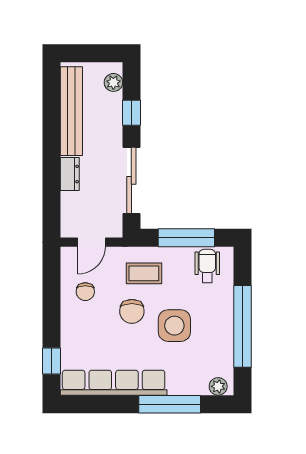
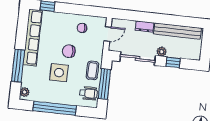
plant: (113, 82) -> (162, 52), moved
door: (91, 242) -> (108, 34), swing flipped
coffee table: (144, 273) -> (92, 70), moved

